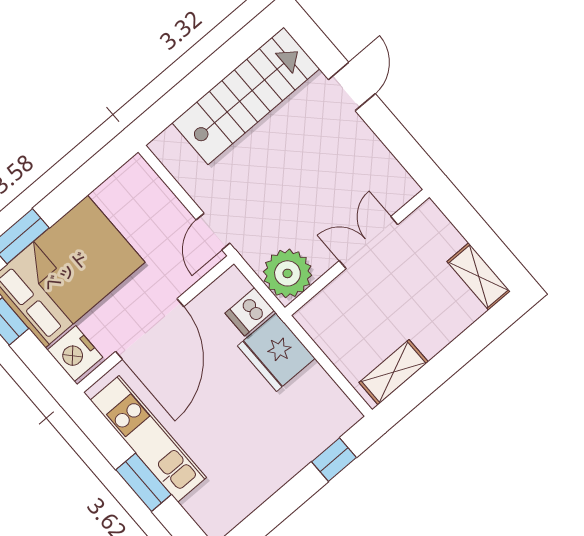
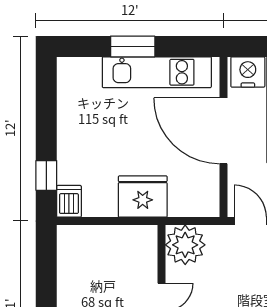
dishwasher: (250, 312) -> (69, 201), moved
shelving: (394, 372) -> (69, 258), removed

